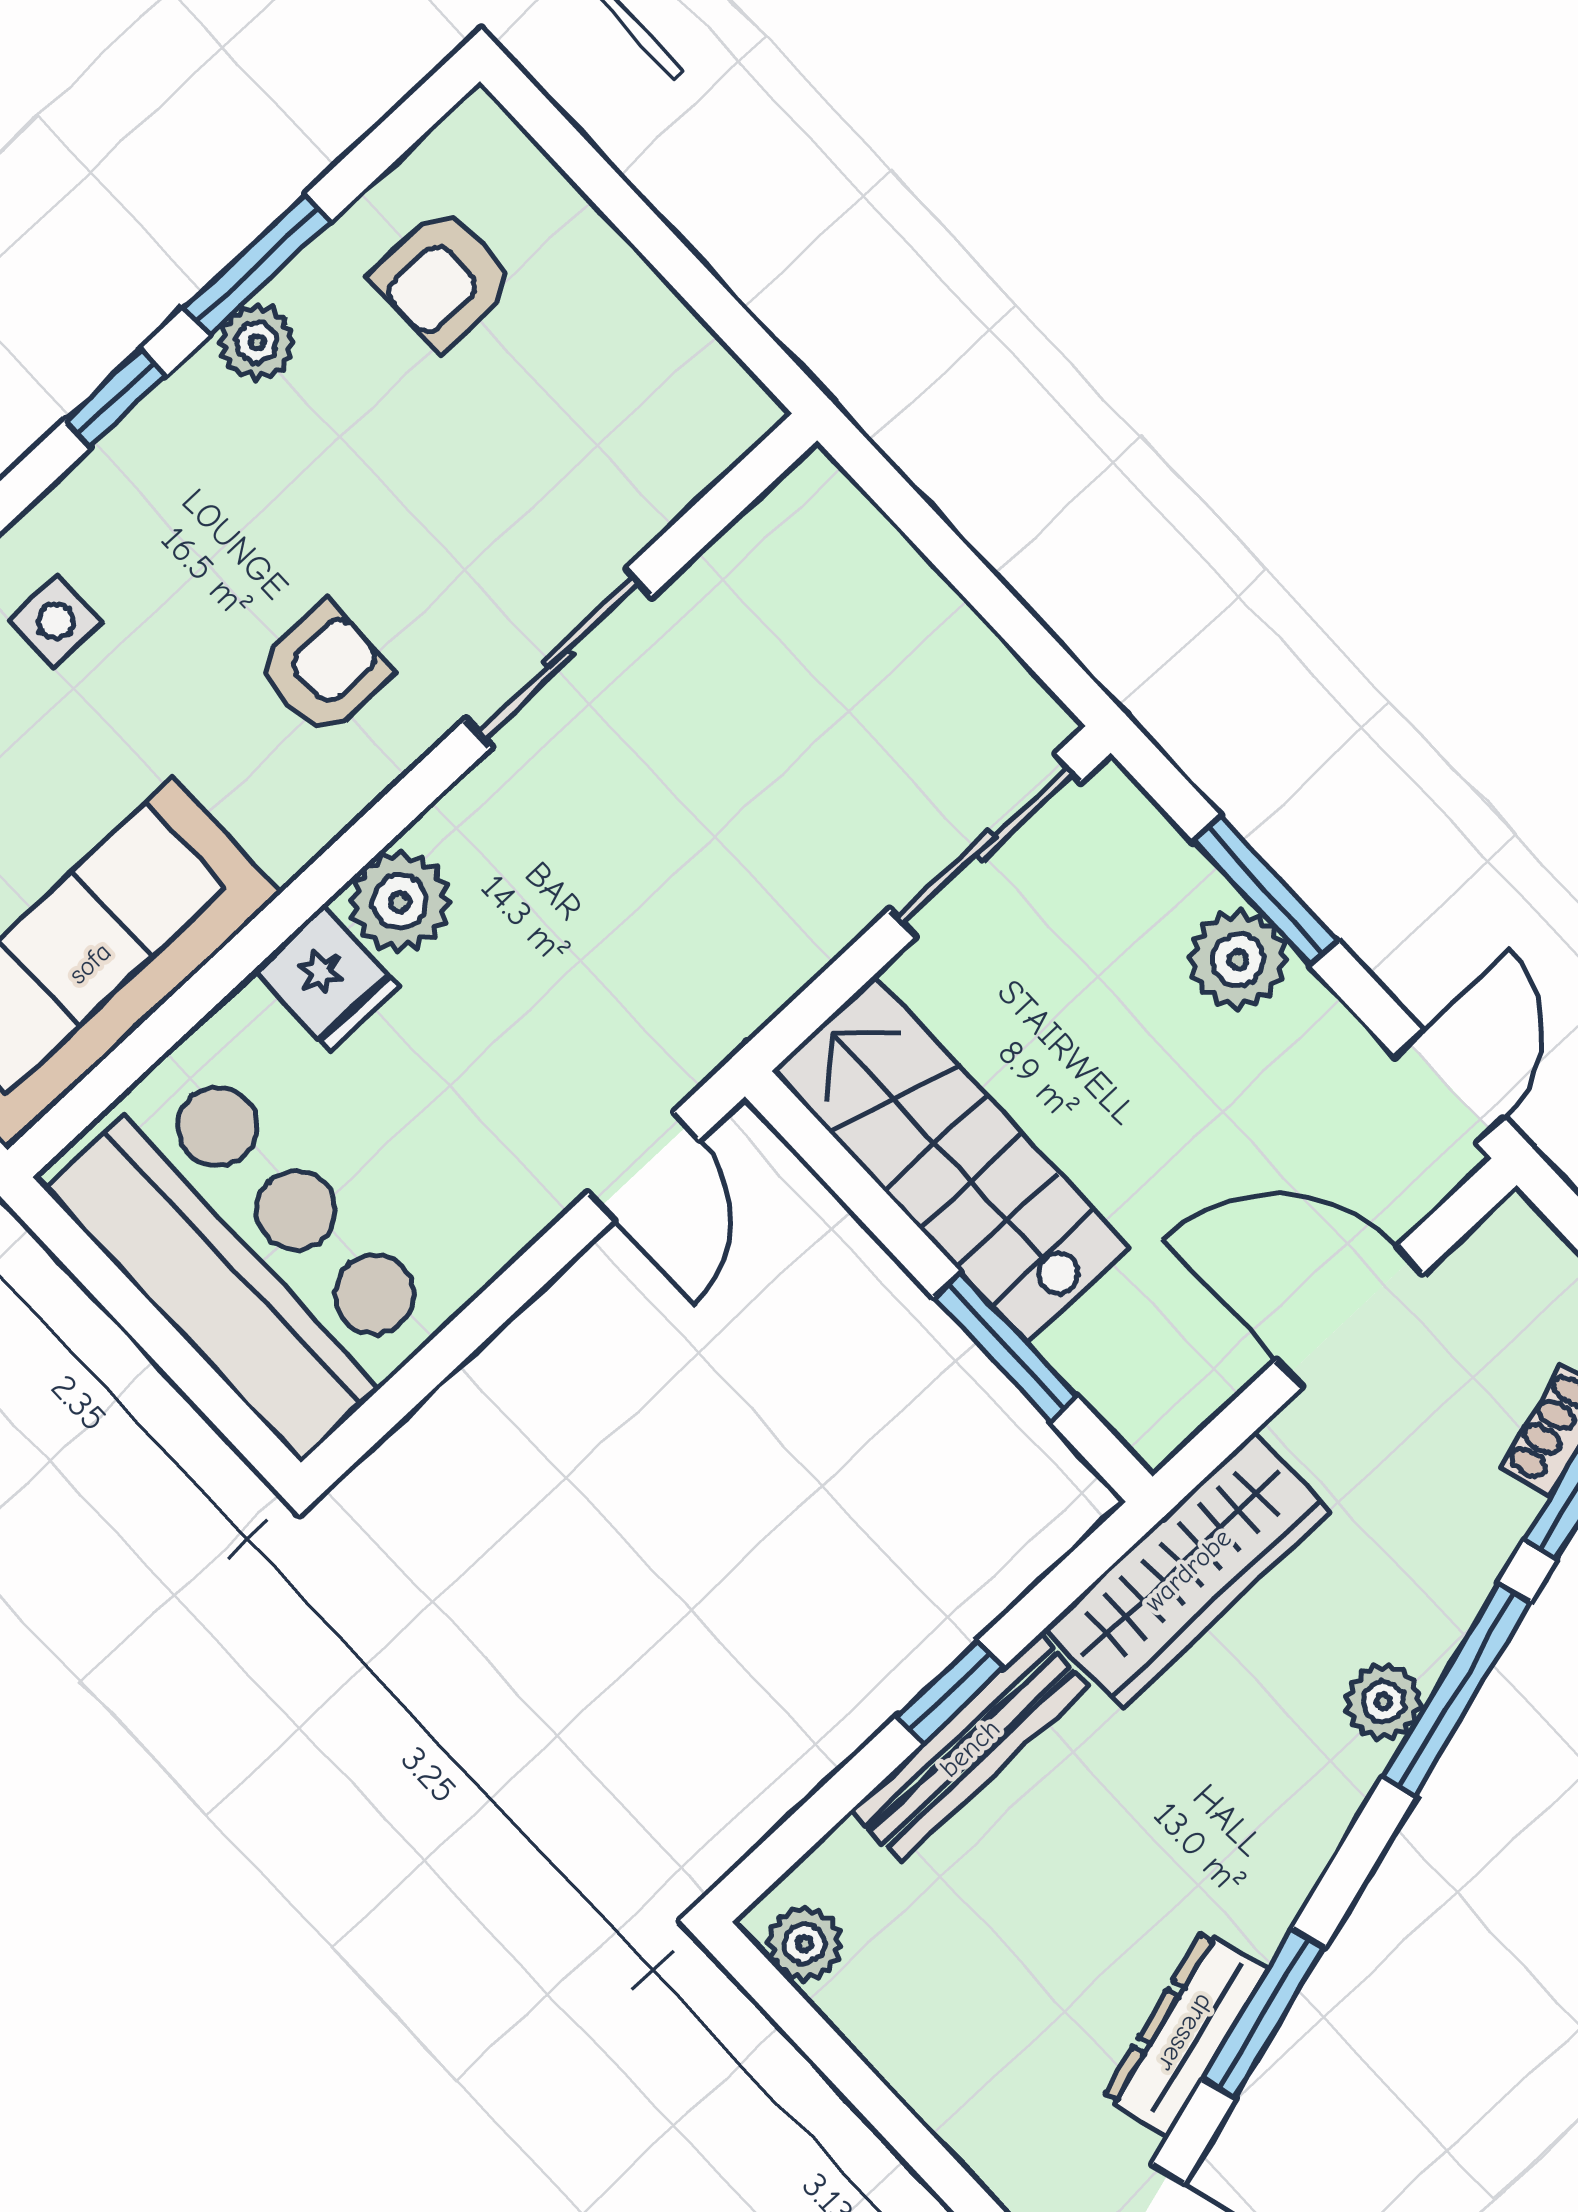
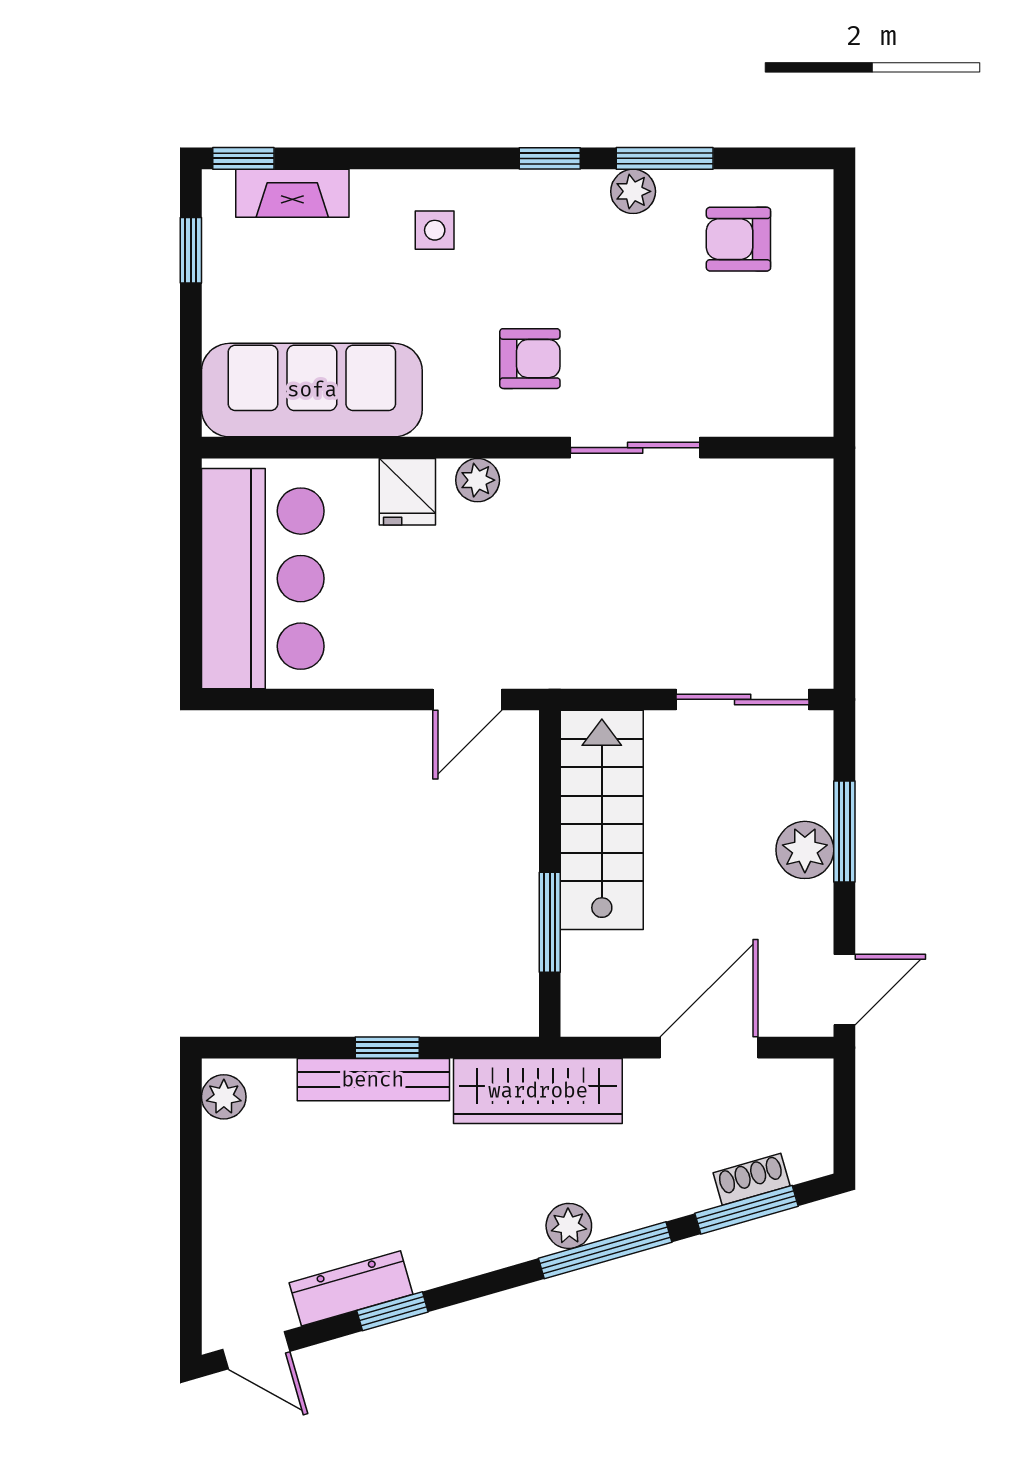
plant: (400, 902) -> (478, 480), width x0.73, depth x0.73
door: (1349, 1317) -> (709, 1048), hinge flipped
window: (1264, 2013) -> (392, 1311), width x0.67

